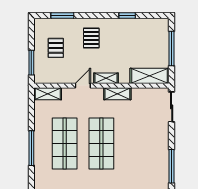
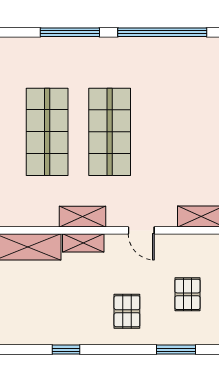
shelving: (106, 78) -> (83, 243), moved
door: (83, 86) -> (141, 230), hinge flipped
shop shelf: (65, 143) -> (47, 132), moved

